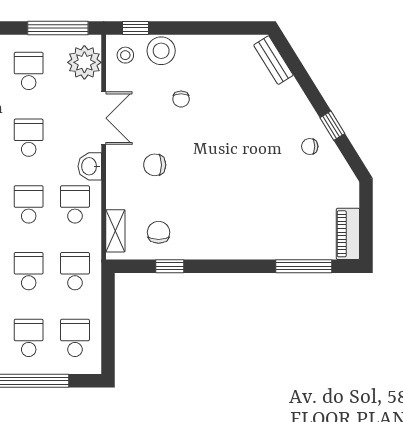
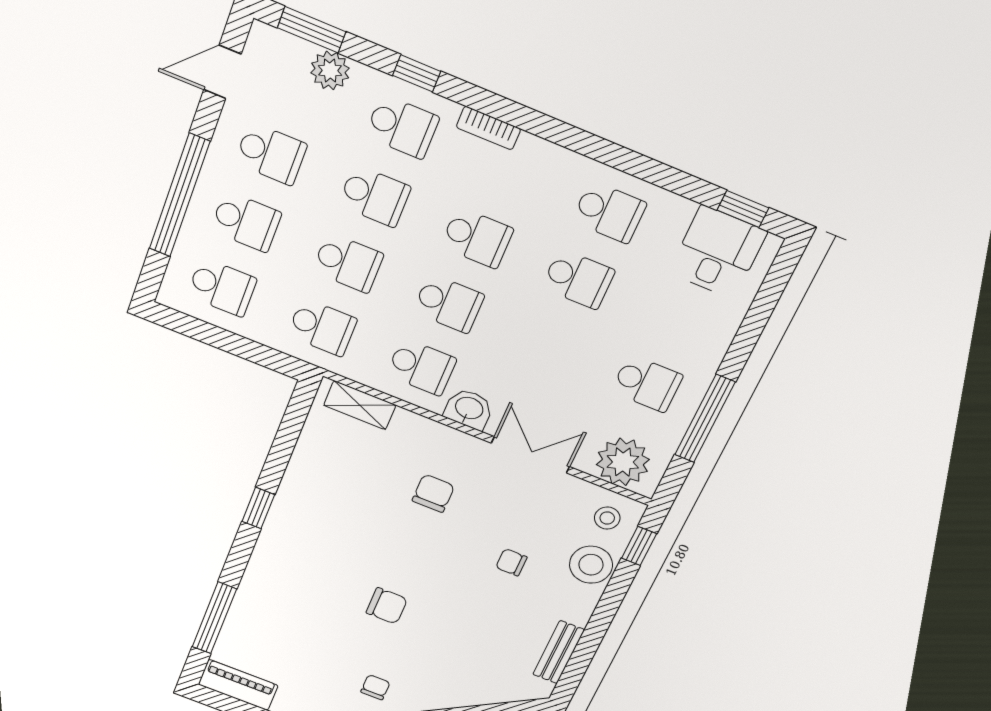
window: (58, 28) -> (705, 419), moved
bench: (273, 60) -> (559, 652), moved, turned -58
double door: (104, 118) -> (530, 455), swing flipped
school desk: (29, 138) -> (548, 344), removed
chair: (159, 232) -> (387, 606), moved
window: (170, 266) -> (258, 508), moved

